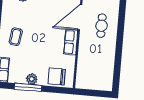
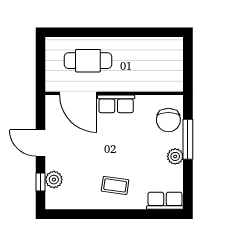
cafe table: (102, 26) -> (88, 61), width x1.37, depth x1.35
window: (28, 87) -> (188, 139), moved

